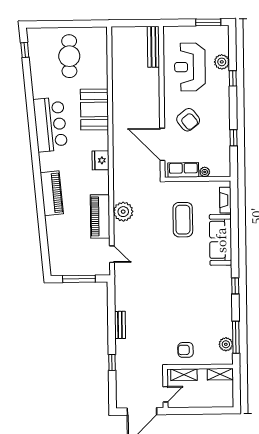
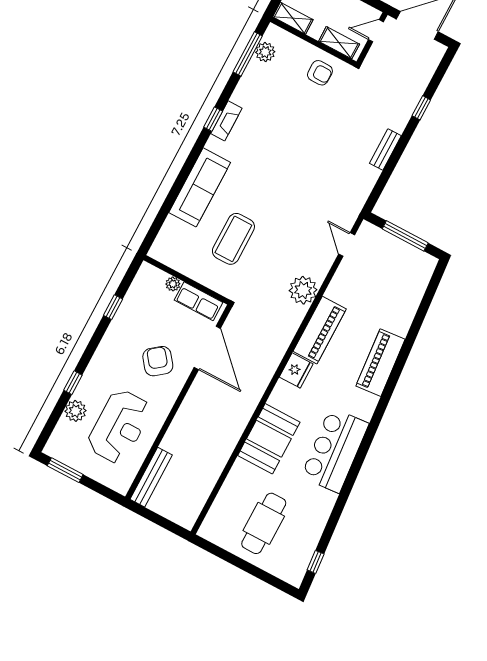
fireplace: (225, 200) -> (226, 121), moved
piano: (100, 216) -> (320, 330), moved

